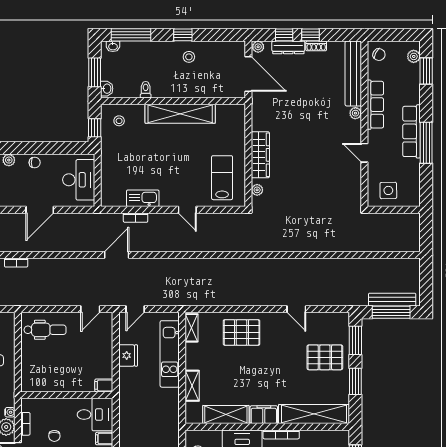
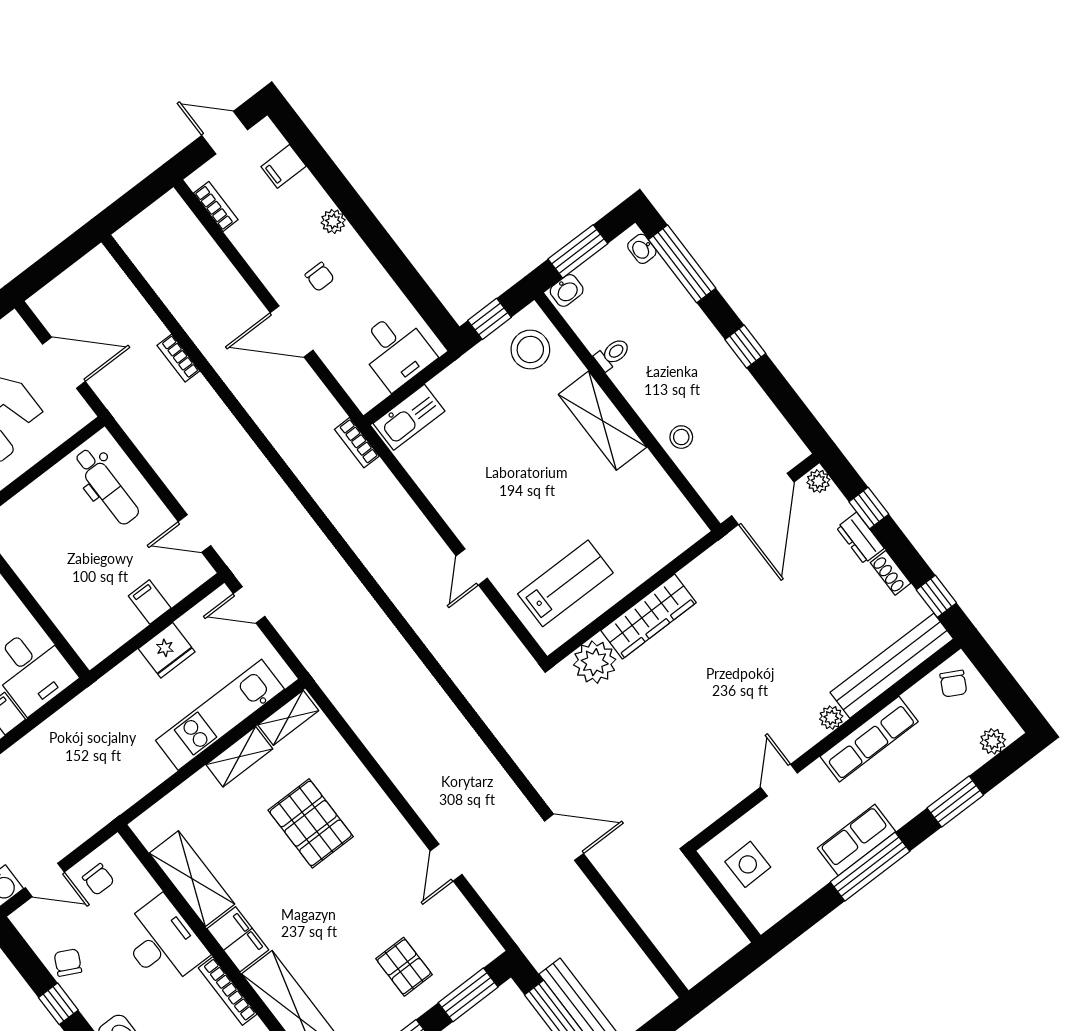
window: (311, 35) -> (936, 596), moved
dresser: (288, 47) -> (860, 538), width x0.70
stool: (189, 57) -> (681, 437), moved
window: (426, 71) -> (955, 802), moved
shelving: (180, 114) -> (603, 421), width x0.68
stool: (119, 121) -> (530, 350), width x1.89, depth x1.89
row of seats: (412, 131) -> (857, 840), width x0.68
chair: (35, 163) -> (320, 277), moved
desk: (79, 180) -> (396, 350), width x0.73
plant: (257, 190) -> (595, 662), width x1.88, depth x1.88
kitchen sink: (143, 198) -> (409, 417), moved, turned 90
bookcase: (136, 218) -> (357, 443), moved
door: (117, 255) -> (564, 837), moved
pallet: (242, 332) -> (311, 823), moved
pallet: (325, 357) -> (404, 967), width x0.67, depth x0.71
filing cabinet: (104, 385) -> (150, 602), moved
shelving: (192, 386) -> (239, 757), moved

